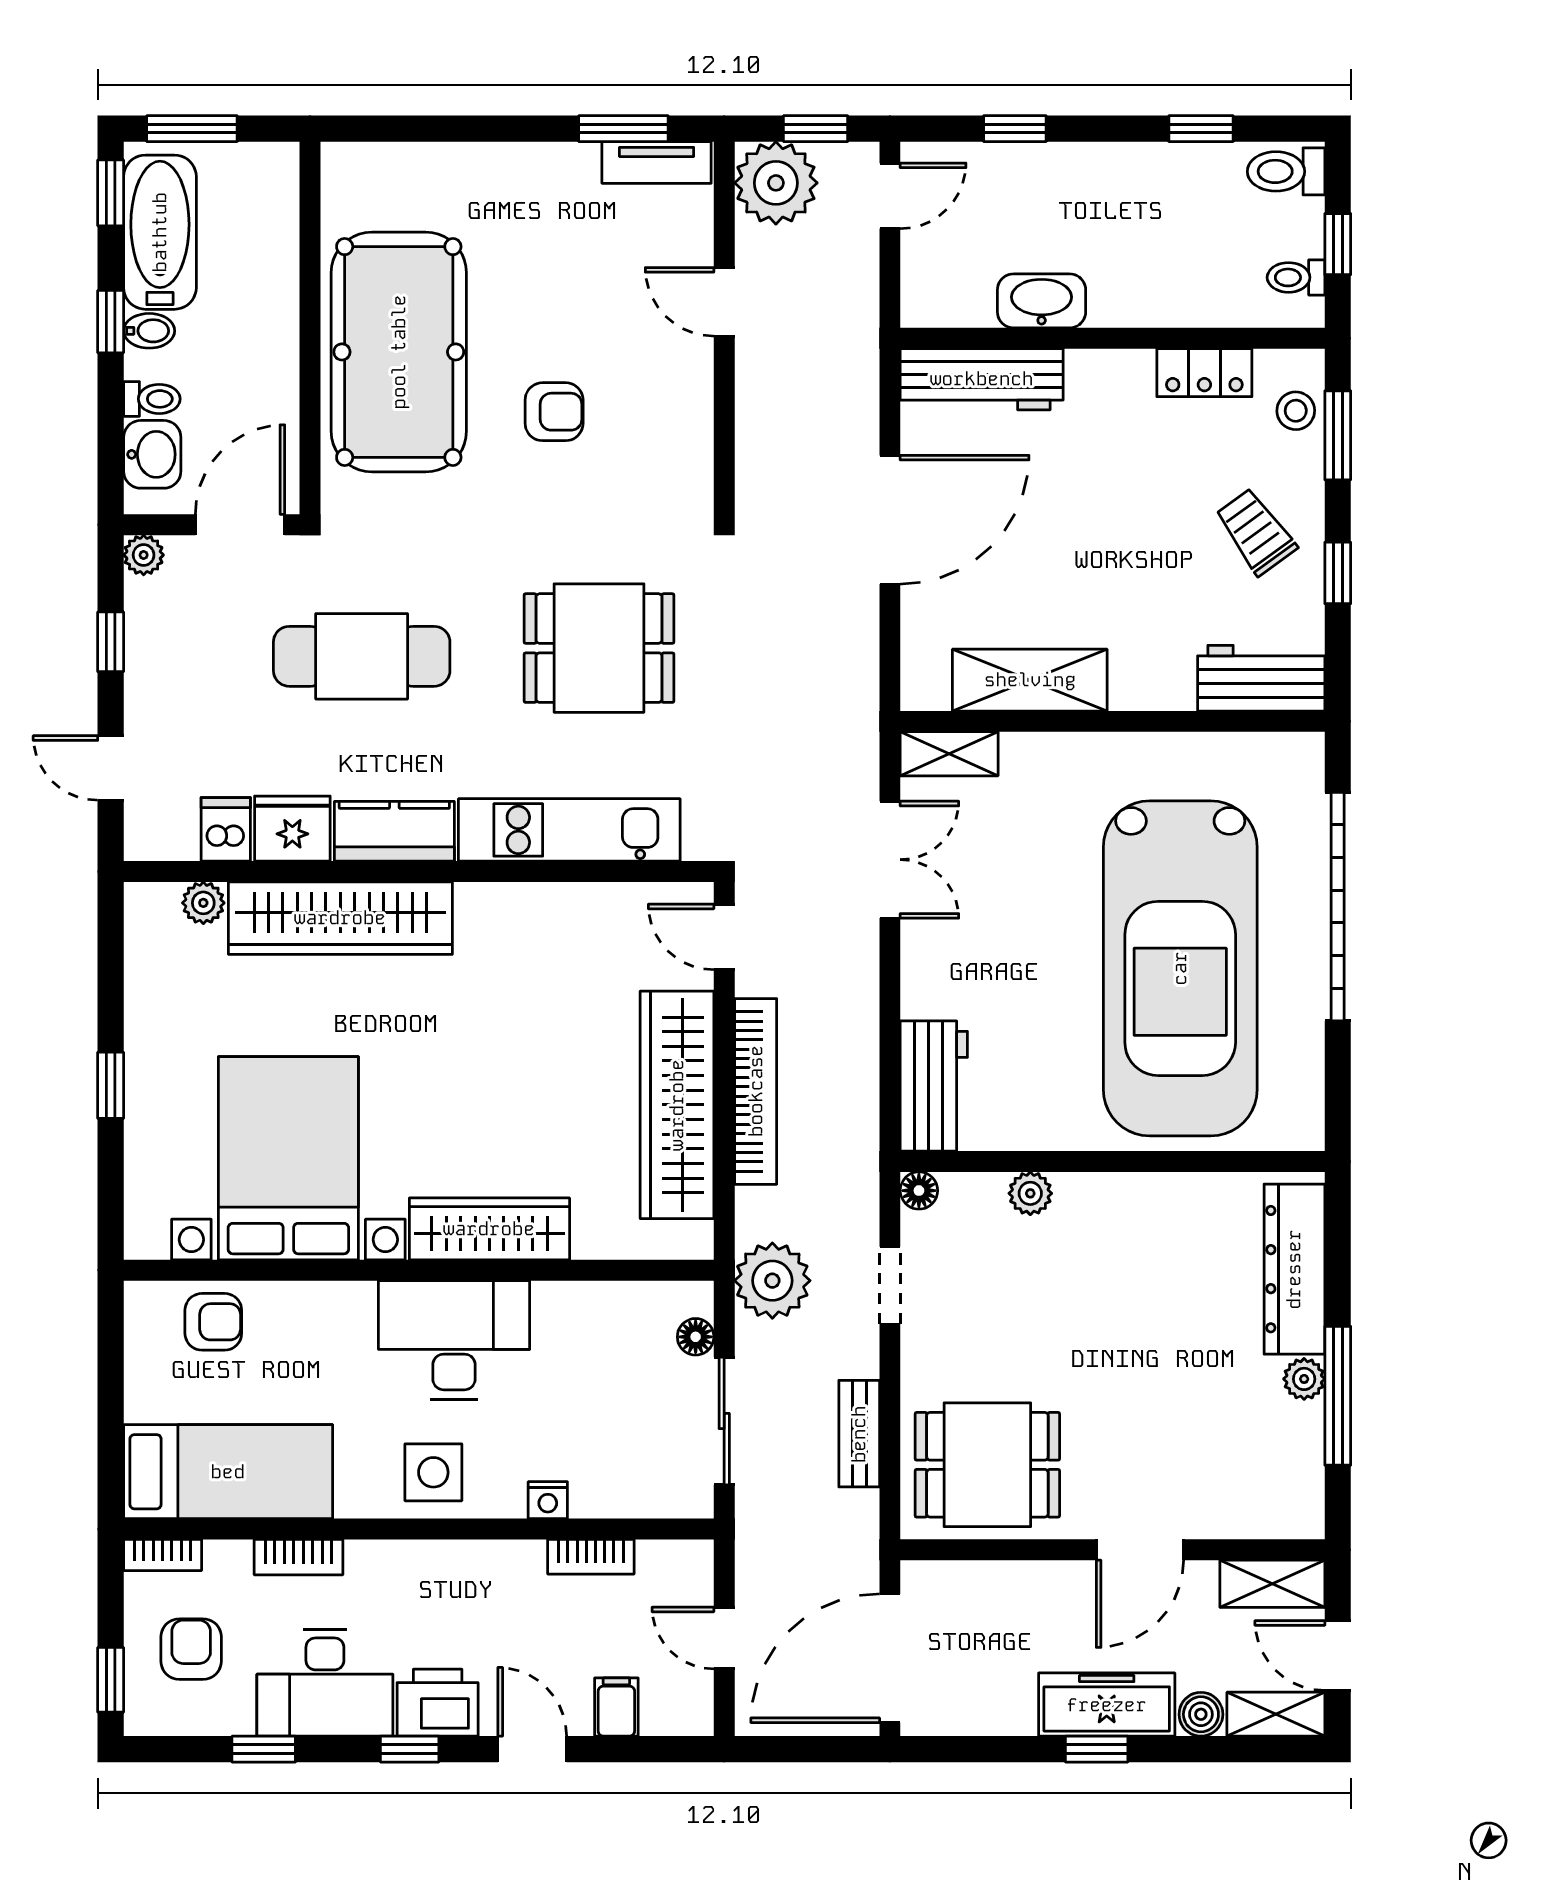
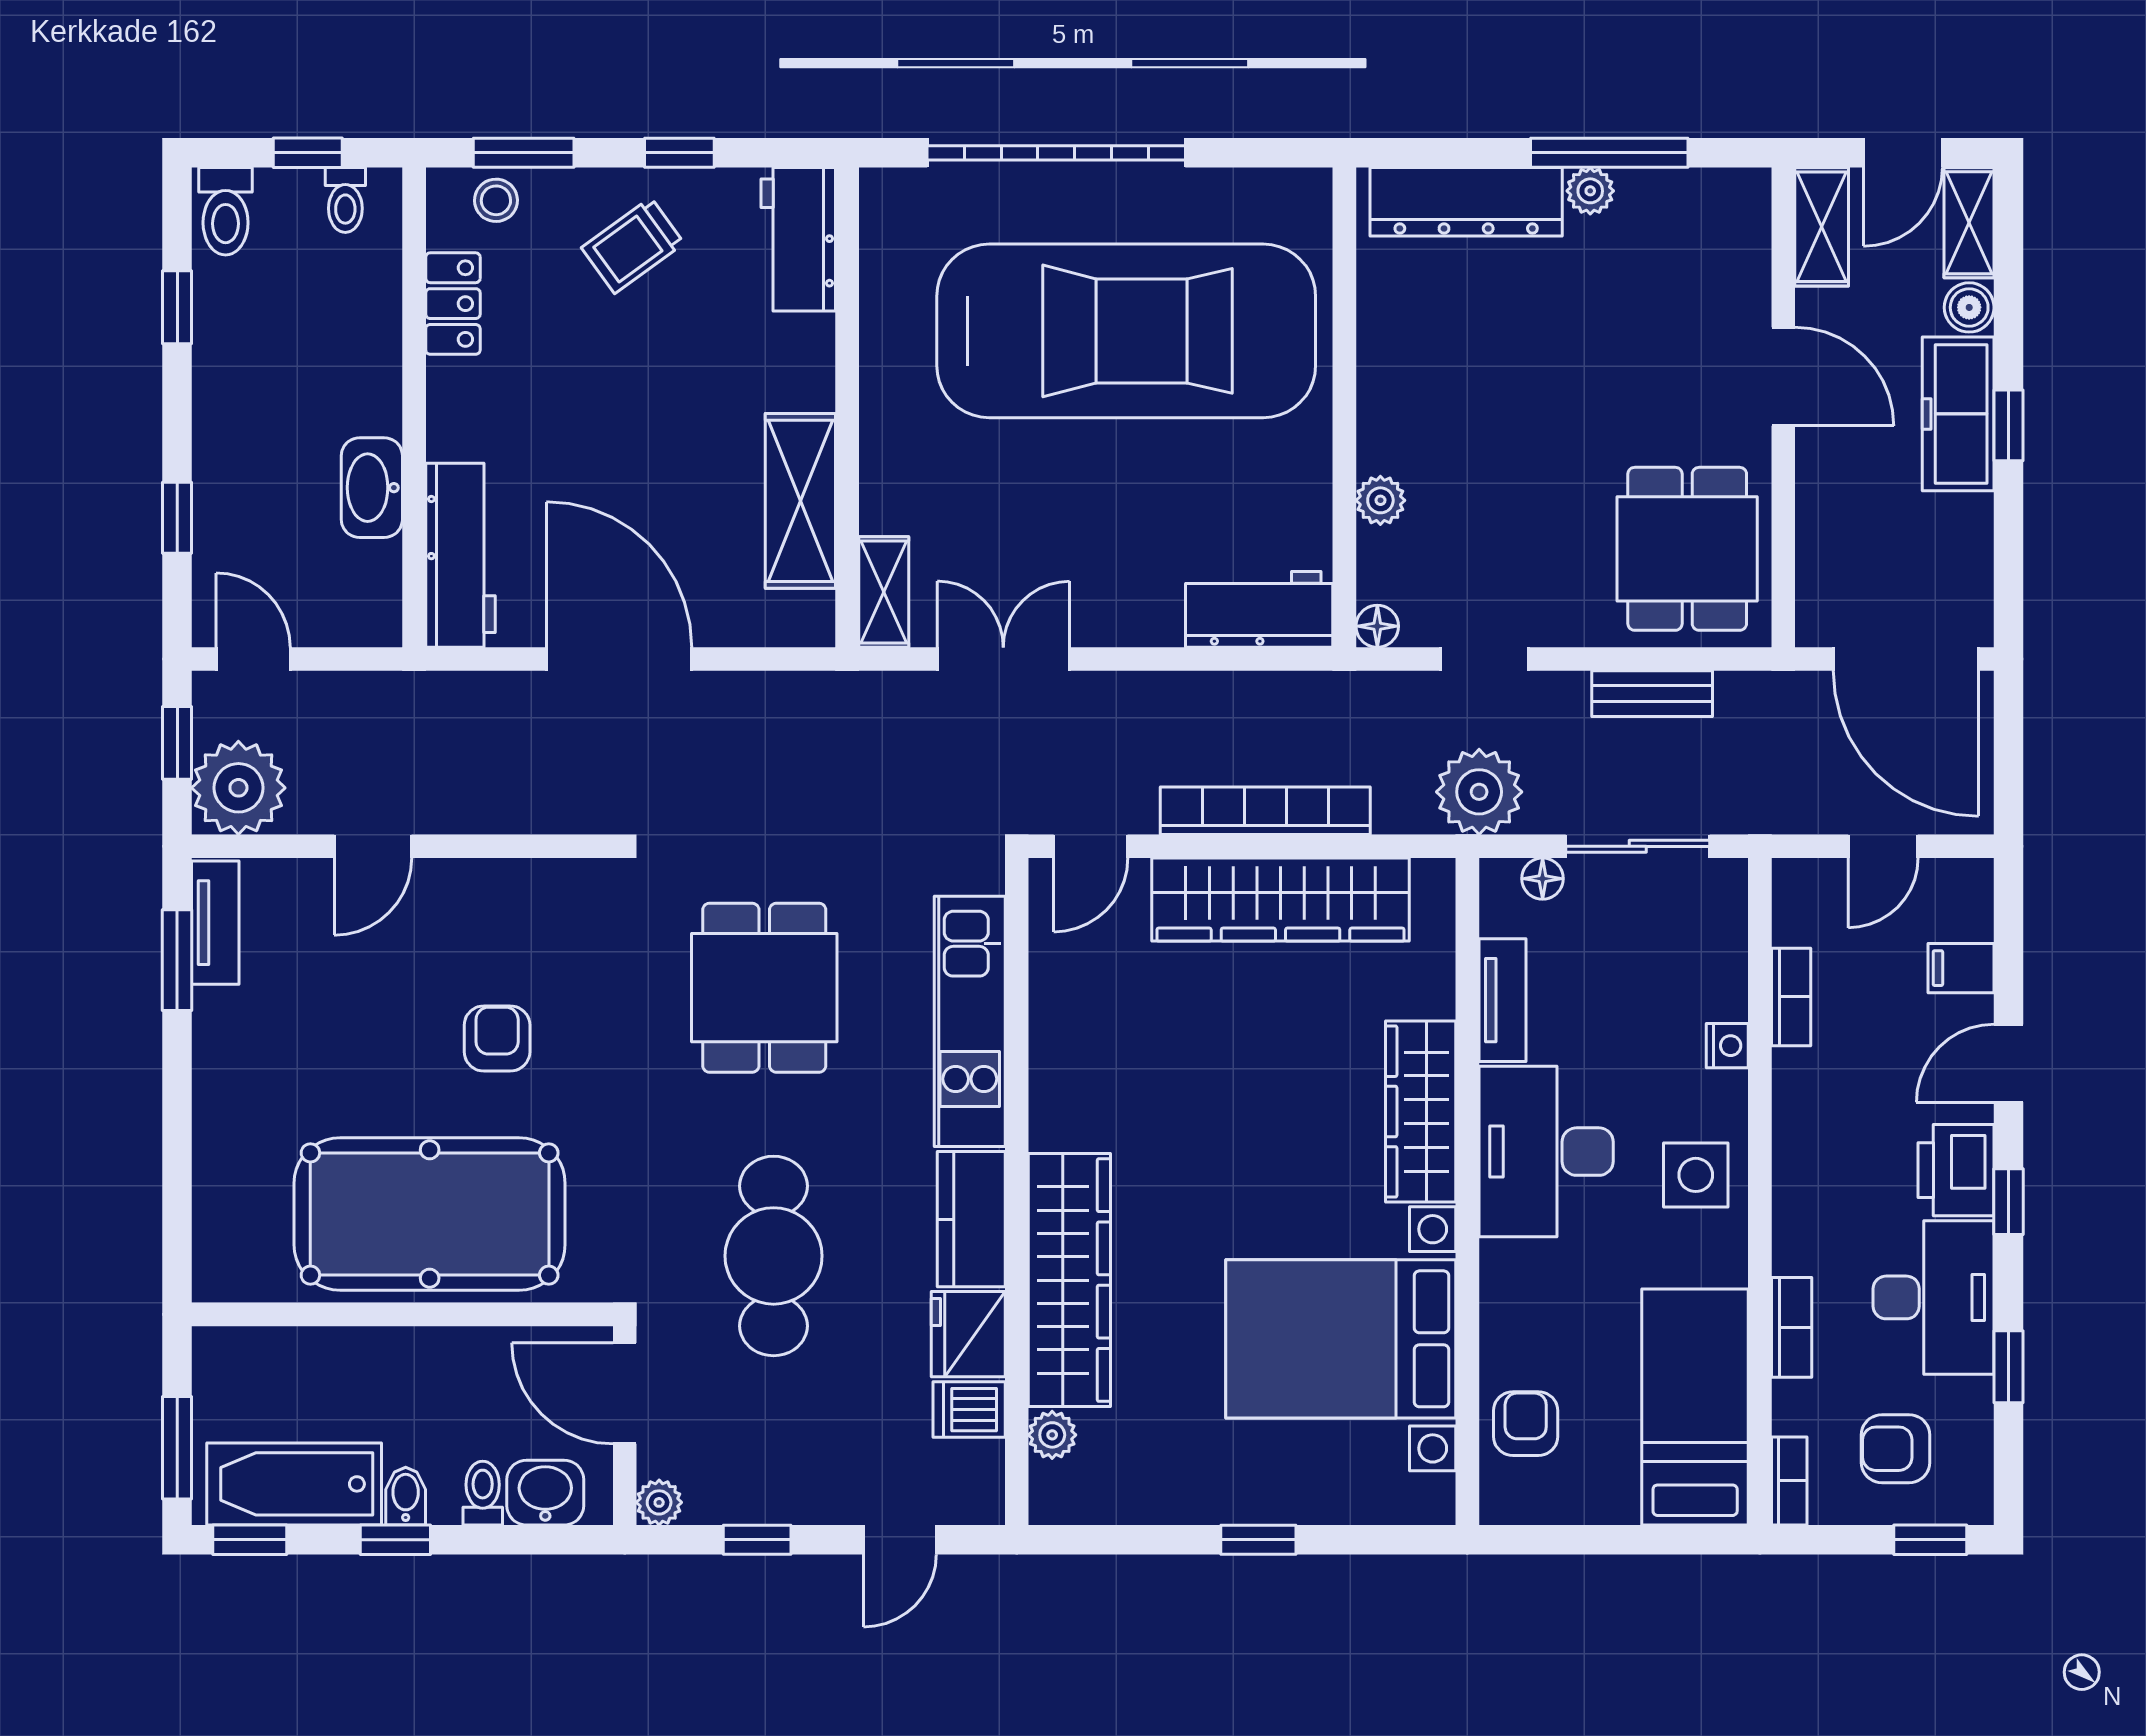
tv unit: (588, 1301) -> (1502, 1000), added

